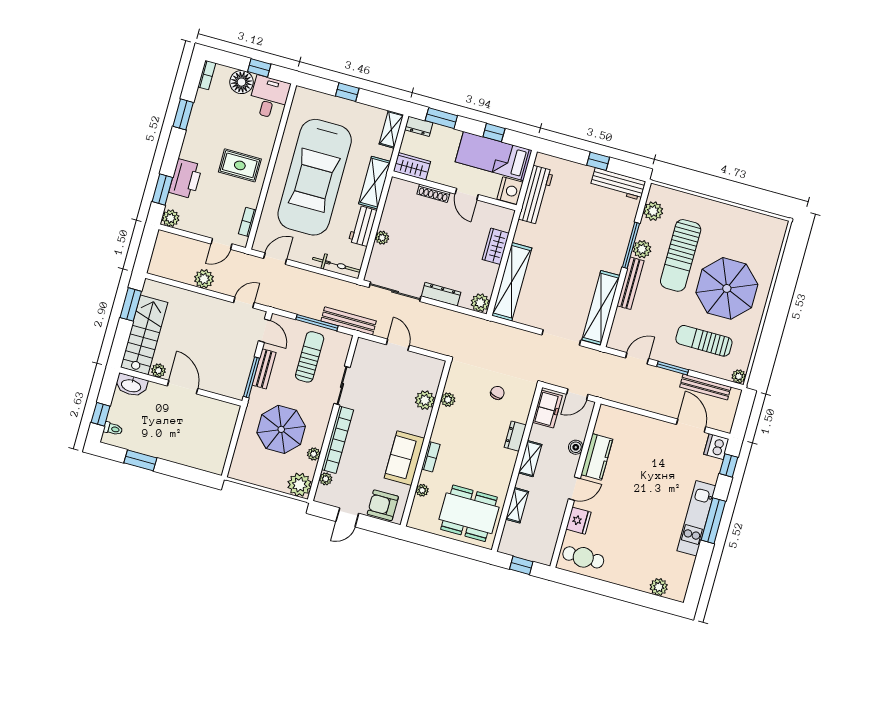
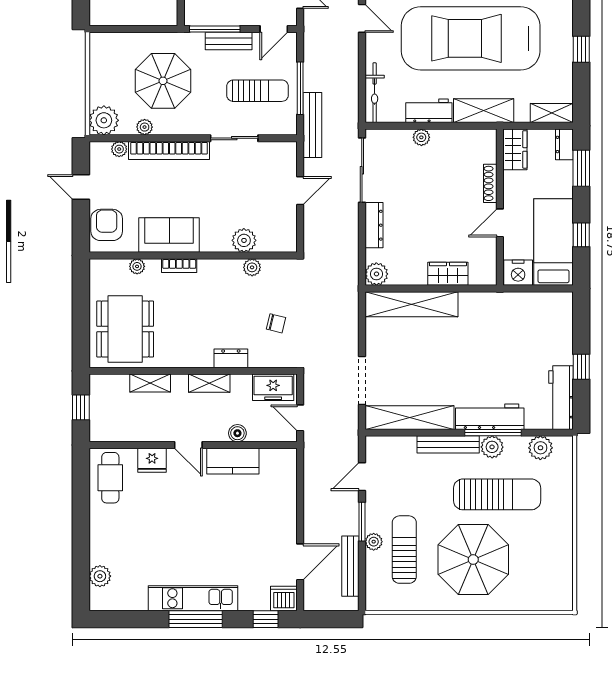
workbench: (536, 195) -> (490, 417), moved, turned 180
sun lounger: (681, 255) -> (497, 494), turned 180
door: (637, 358) -> (362, 477), swing flipped
plant: (739, 376) -> (374, 542), moved

